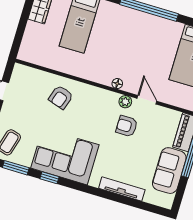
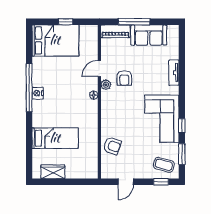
nightstand: (140, 17) -> (38, 93), added
armchair: (61, 97) -> (112, 146), moved
tv unit: (122, 189) -> (174, 73), width x0.71

